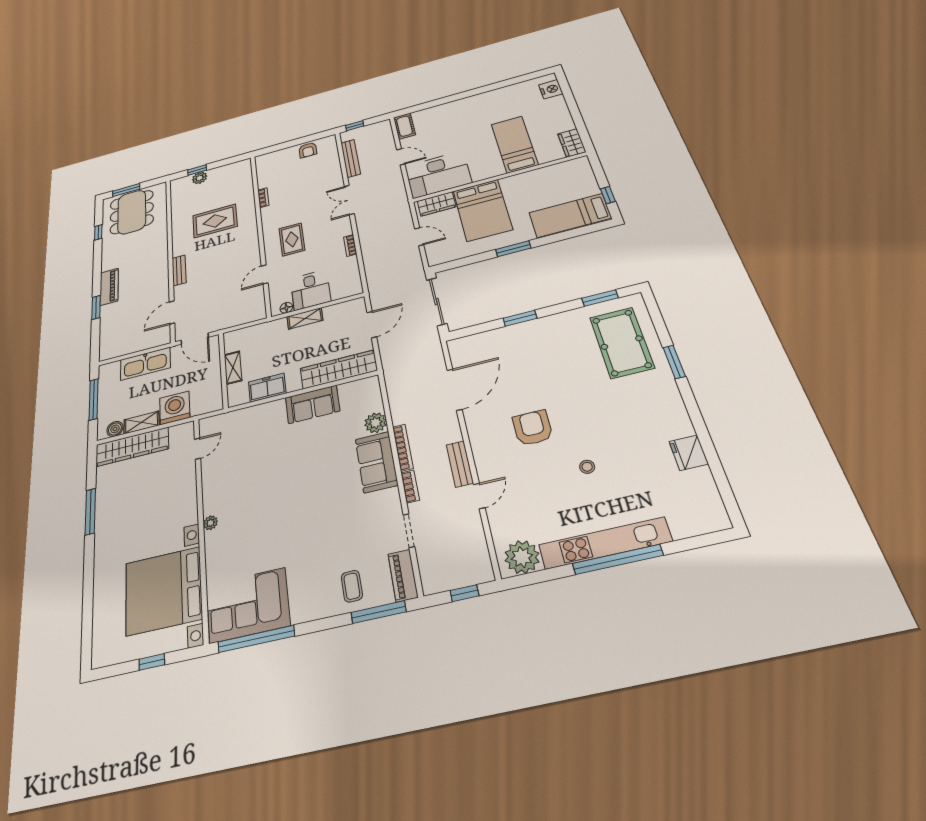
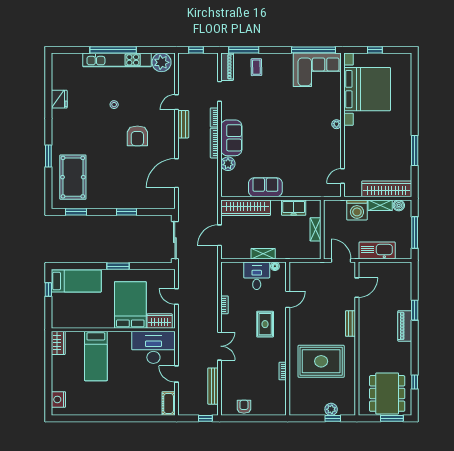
rug: (215, 221) -> (321, 361), width x1.37, depth x1.44

